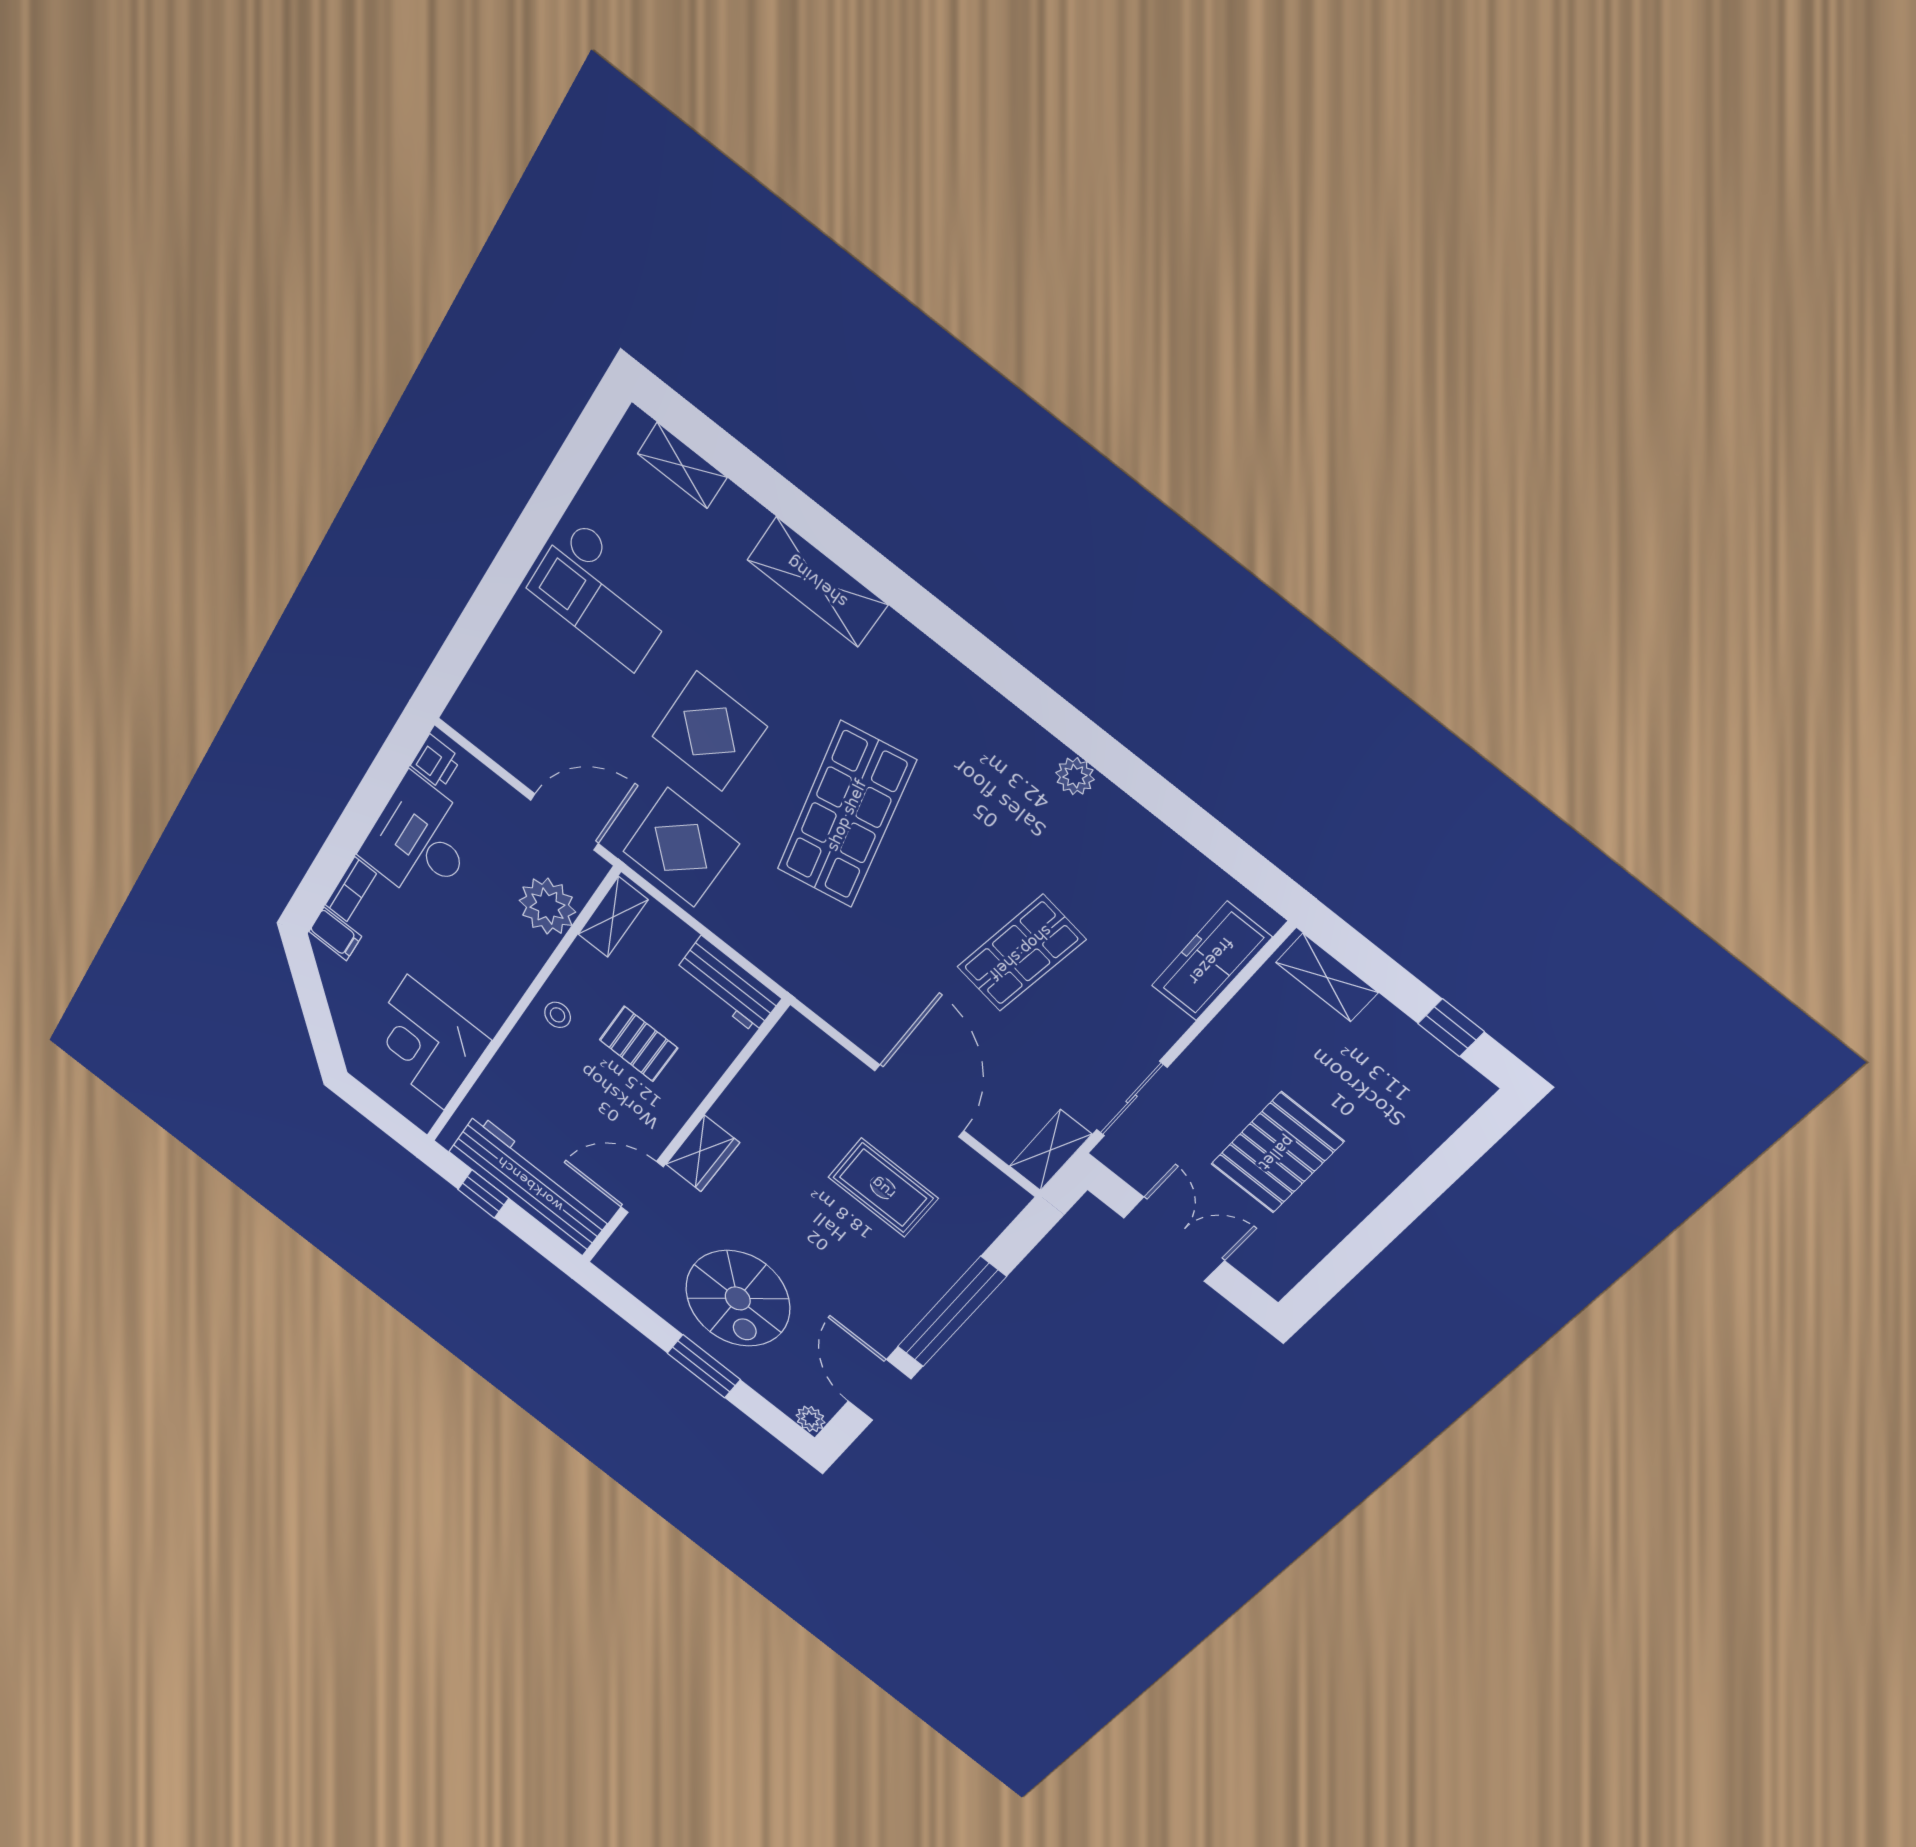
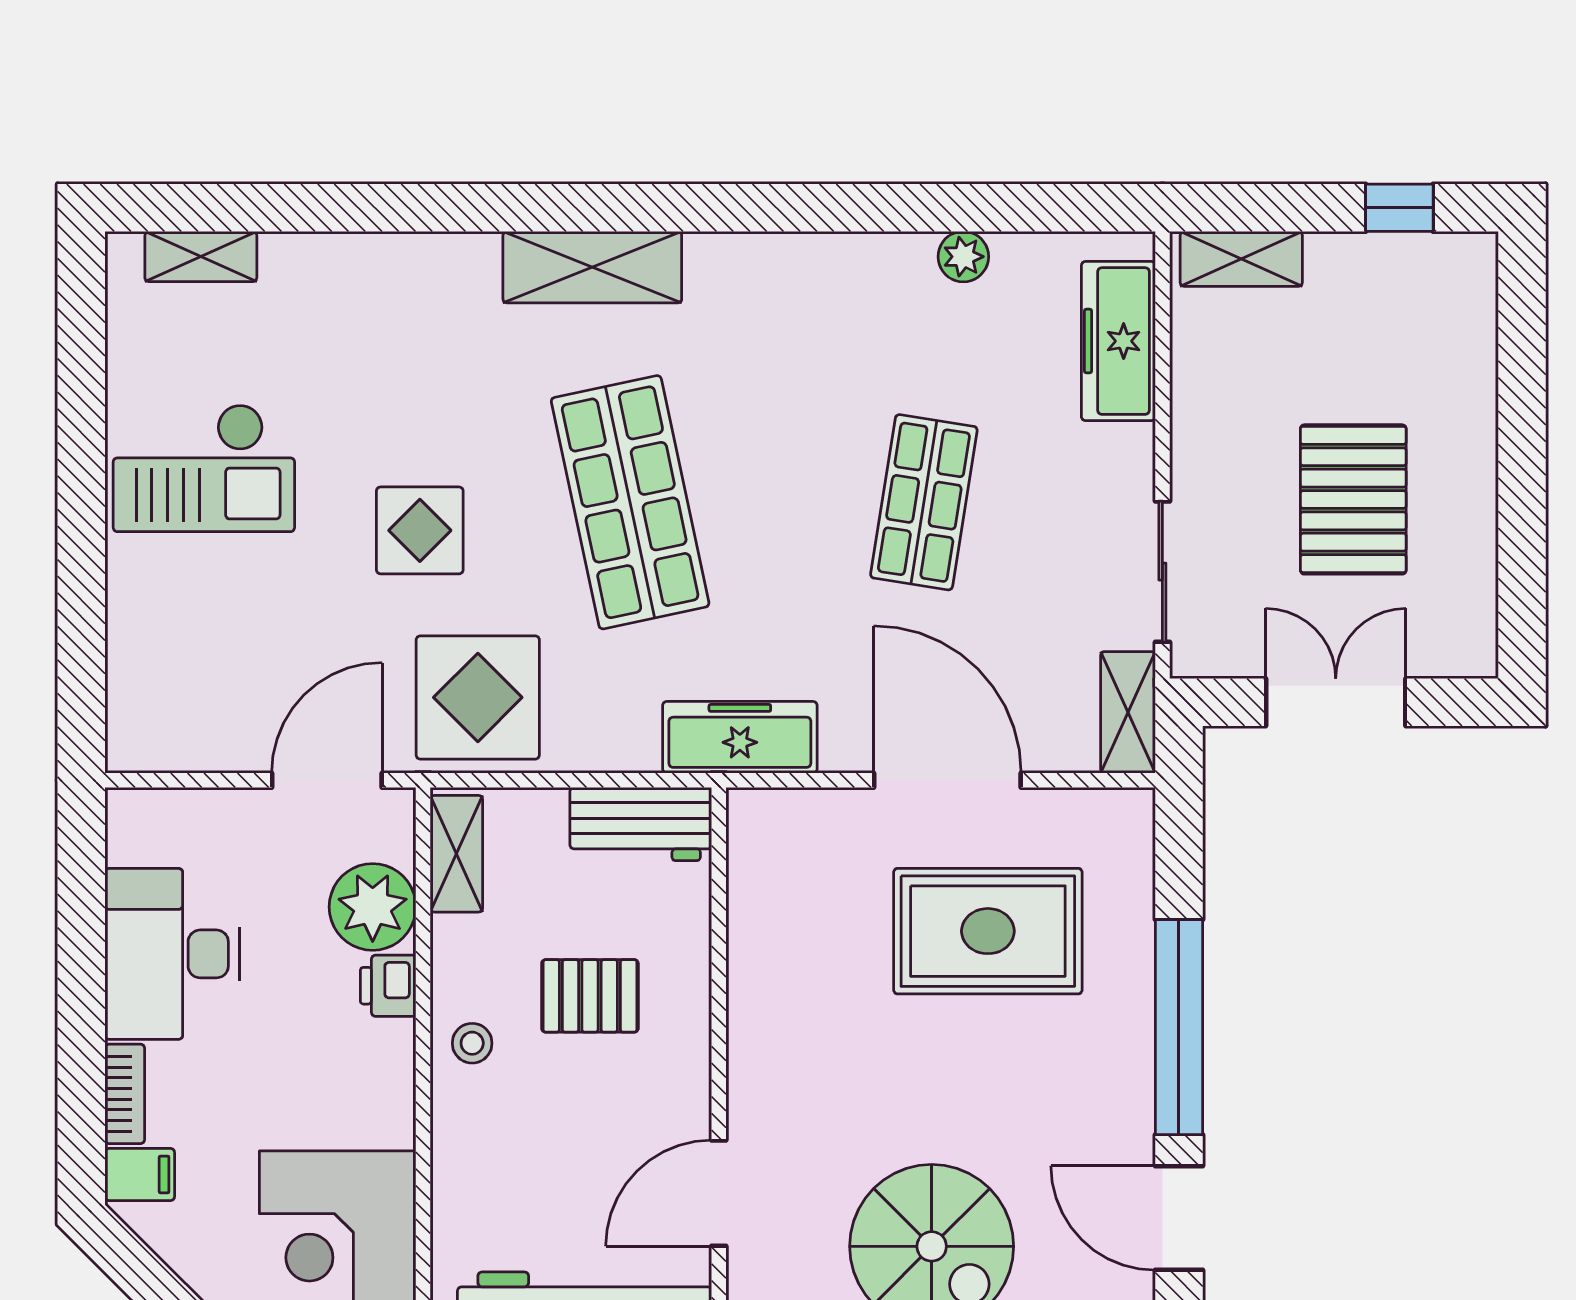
shelving: (817, 582) -> (592, 267), moved
display table: (709, 732) -> (420, 530), width x0.73, depth x0.73
printer: (436, 762) -> (388, 986), moved, turned 180
plant: (1075, 776) -> (963, 257), moved
freezer: (817, 987) -> (740, 737), added
wardrobe: (703, 1154) -> (758, 1078), removed
rug: (883, 1188) -> (988, 931), width x1.36, depth x1.43

